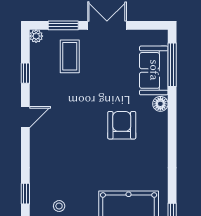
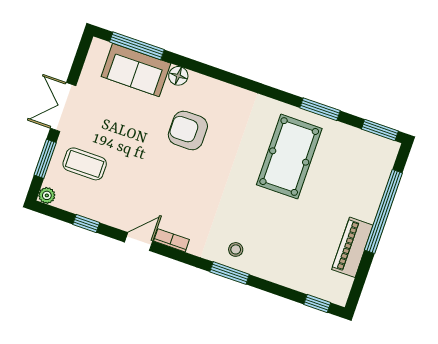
door: (25, 117) -> (139, 242), hinge flipped
bookcase: (35, 141) -> (171, 240), added
window: (25, 194) -> (230, 273), width x1.50
stool: (59, 206) -> (236, 249), moved

